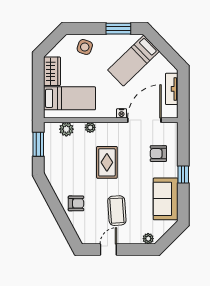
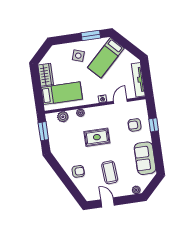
side table: (85, 47) -> (78, 56), moved
tv unit: (172, 89) -> (138, 80), width x1.41
door: (144, 120) -> (120, 101), width x0.53
rug: (107, 162) -> (97, 137), turned 90
window: (183, 174) -> (154, 125), moved
door: (108, 249) -> (108, 202), hinge flipped

